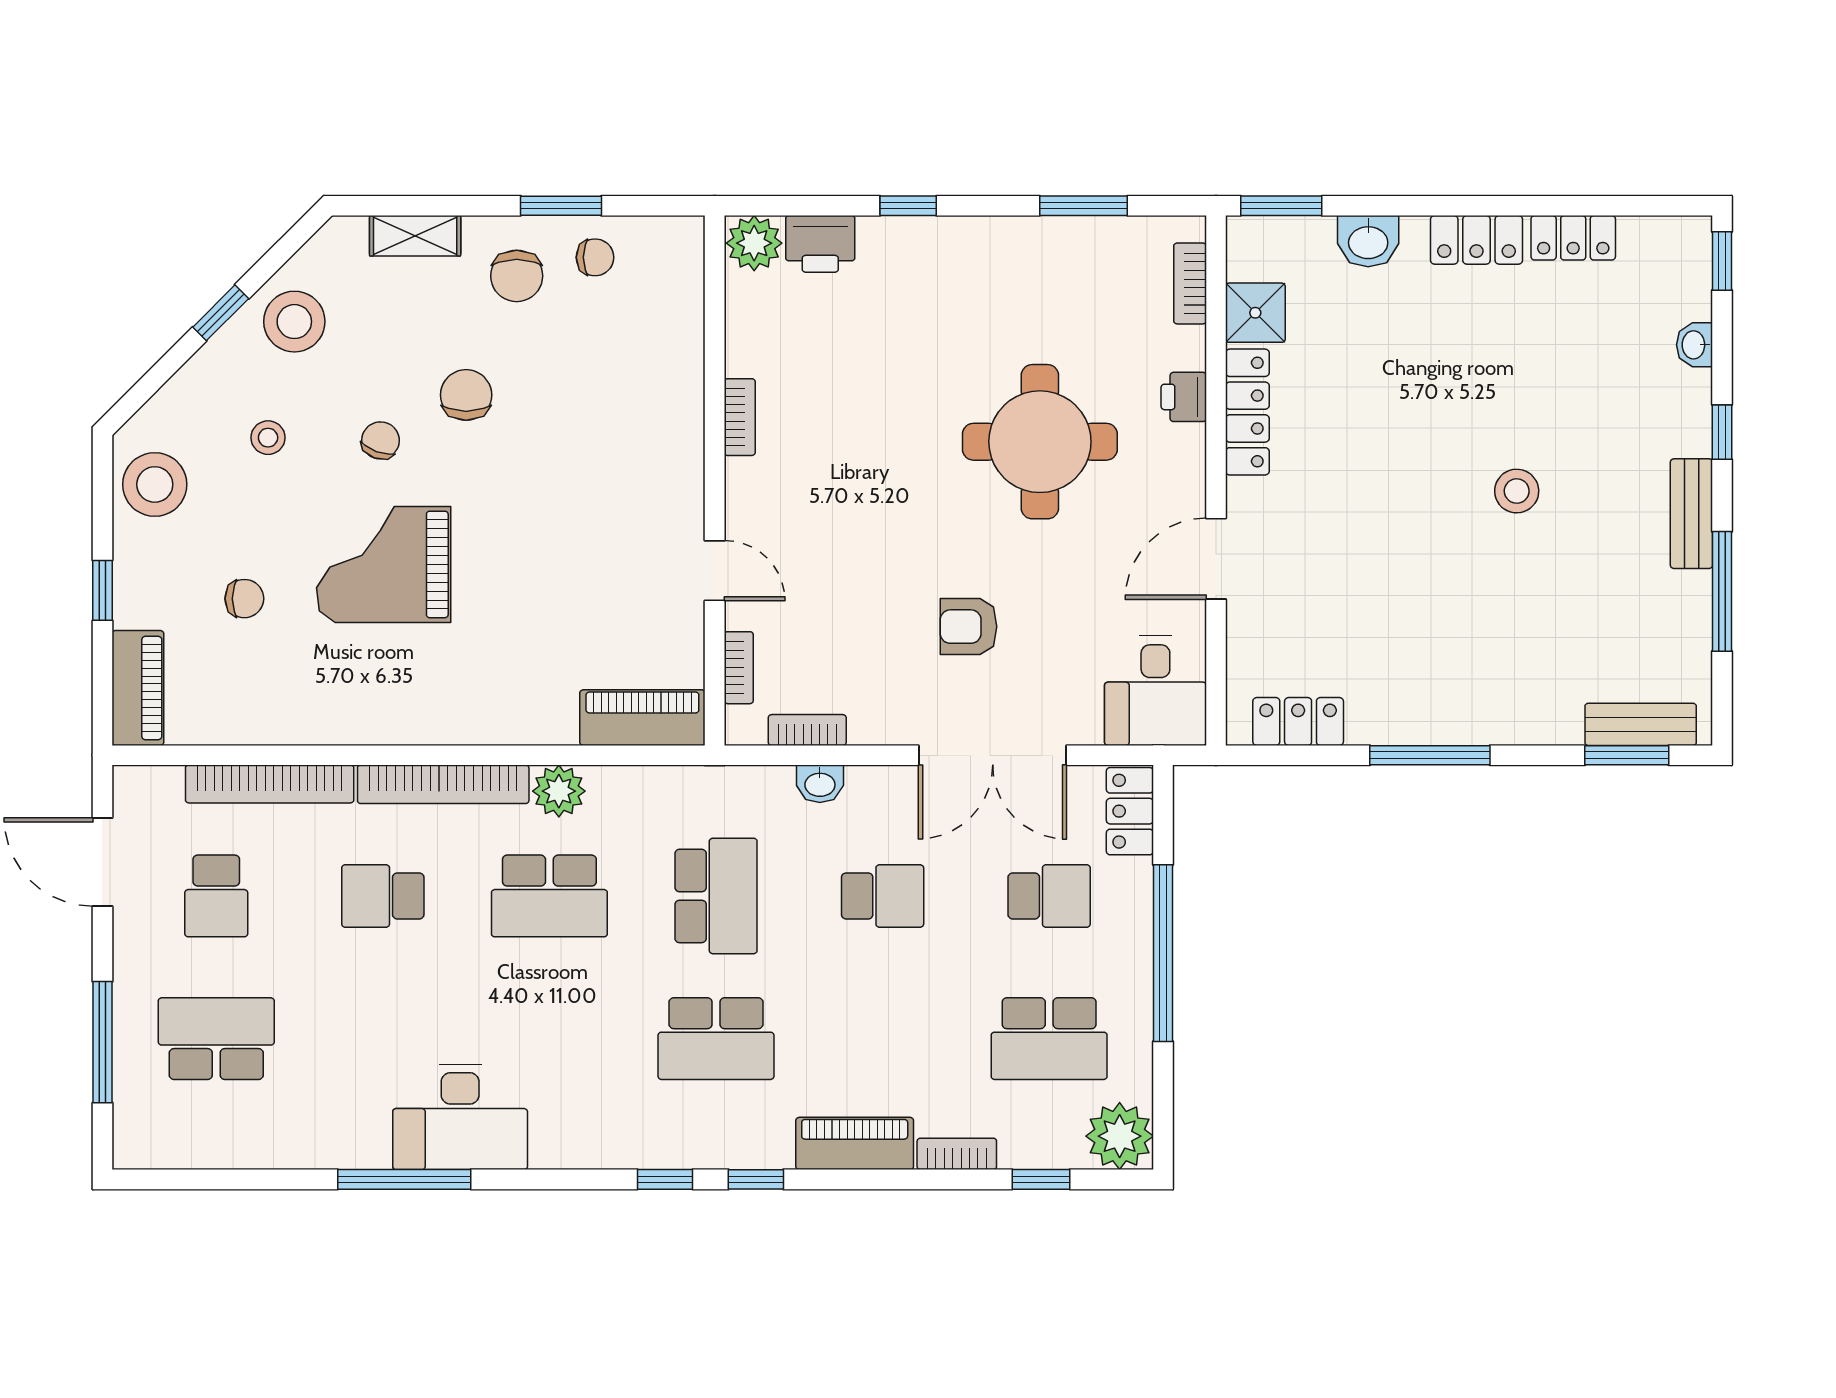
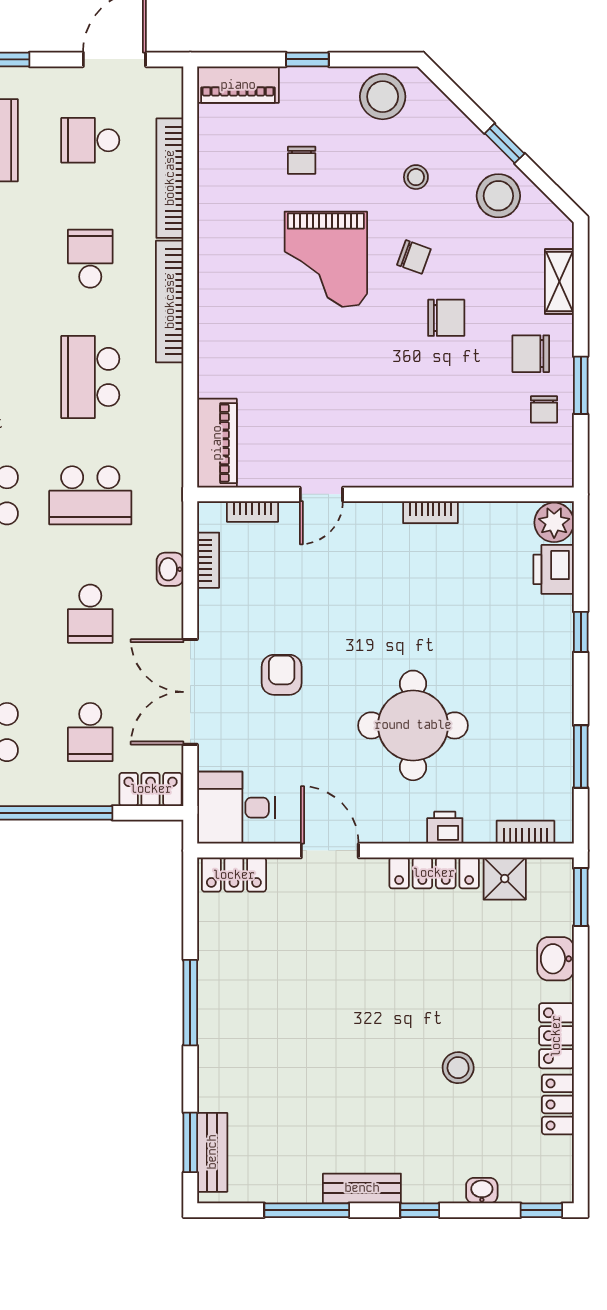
stool: (1517, 491) -> (458, 1068), moved
grand piano: (384, 564) -> (326, 259), turned 180
locker: (1298, 721) -> (234, 875), moved, turned 90
plant: (559, 791) -> (165, 384), removed

